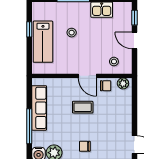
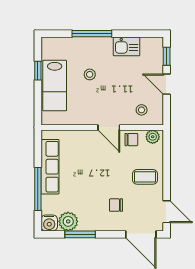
coffee table: (83, 107) -> (145, 177), moved
chair: (85, 146) -> (116, 205), moved

